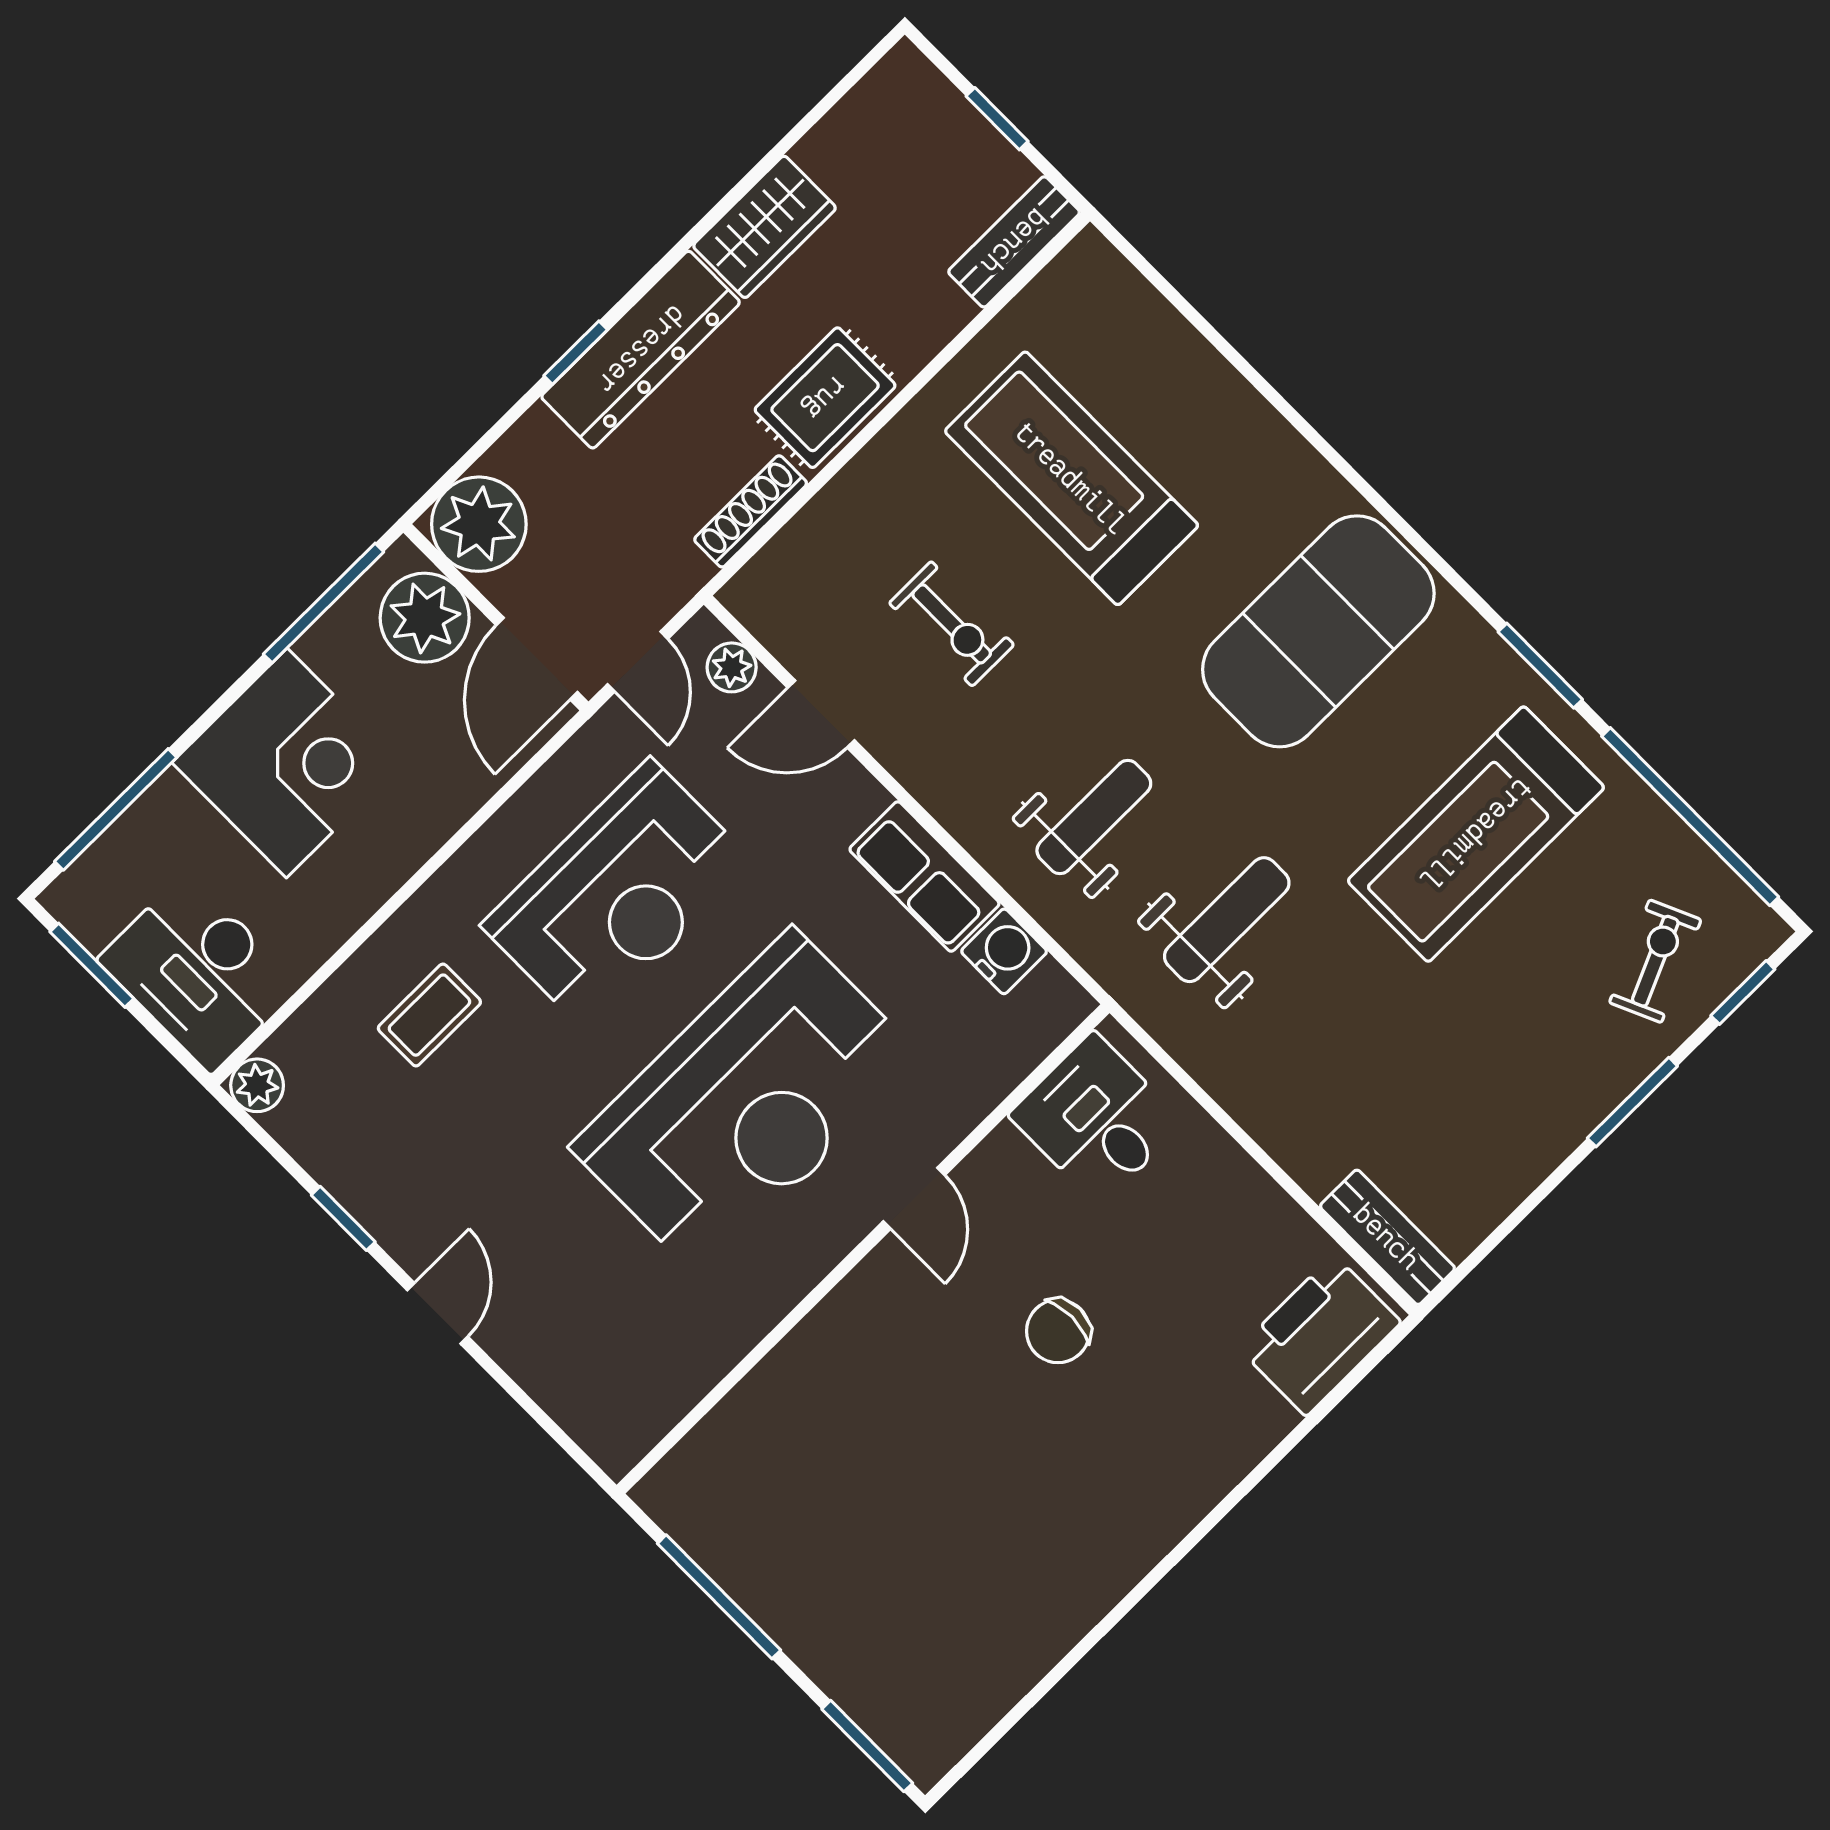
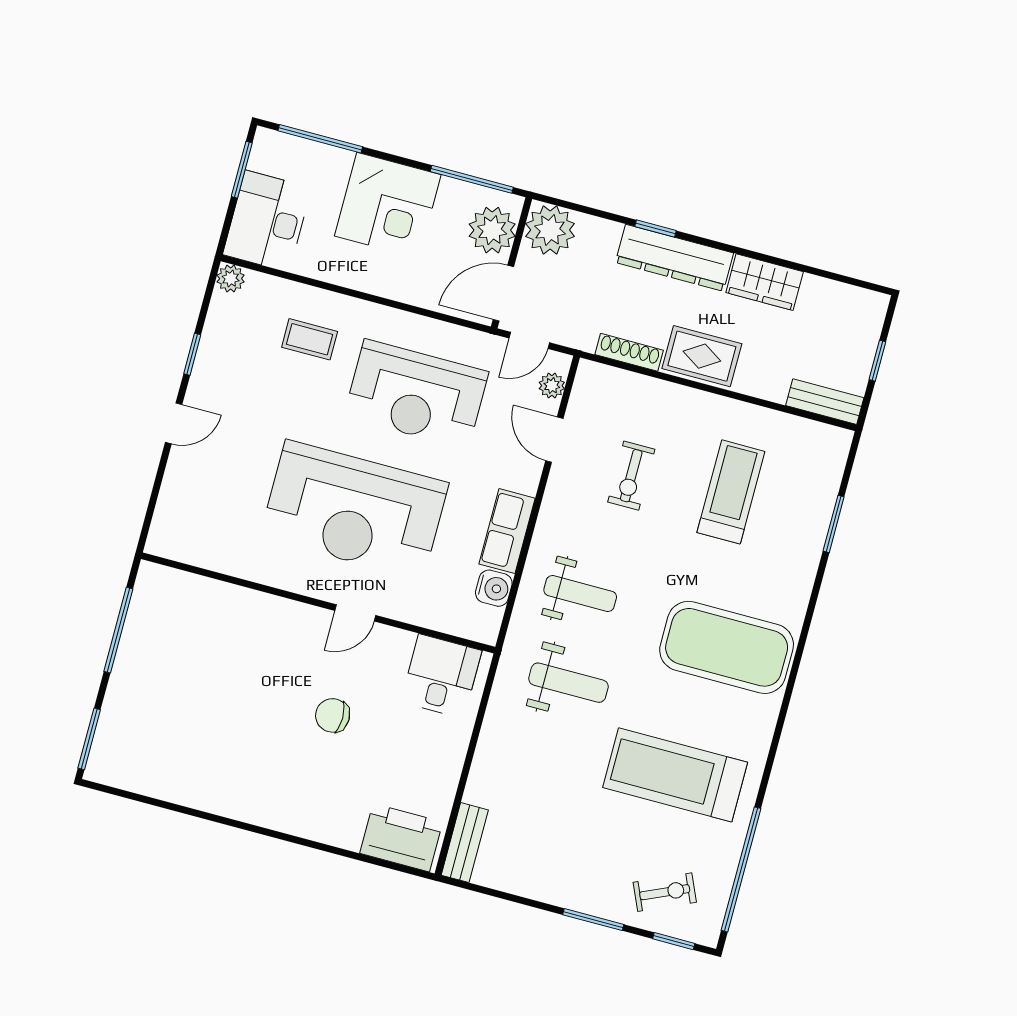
treadmill: (1071, 478) -> (731, 492), width x0.73, depth x0.73
window: (1540, 666) -> (834, 524), moved

